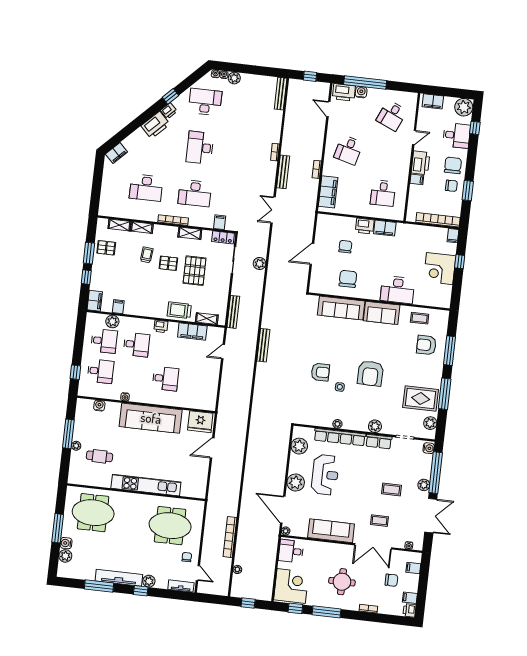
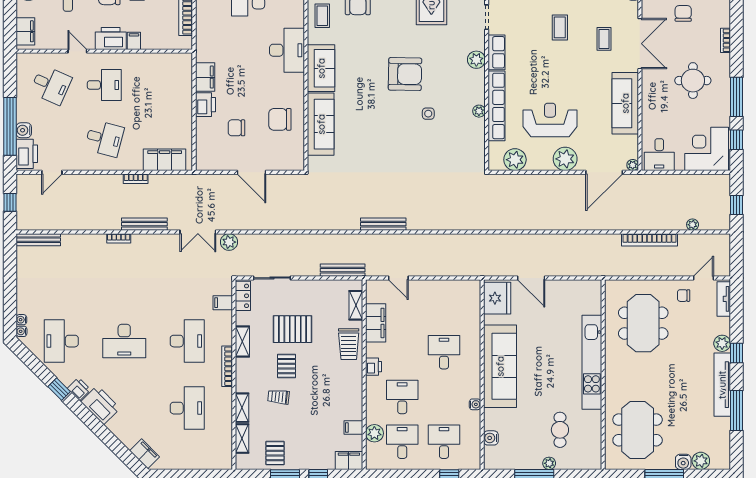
plant: (234, 78) -> (24, 305), removed
desk: (383, 193) -> (104, 85), moved
plant: (260, 263) -> (229, 242), moved
armchair: (320, 372) -> (411, 142), removed

